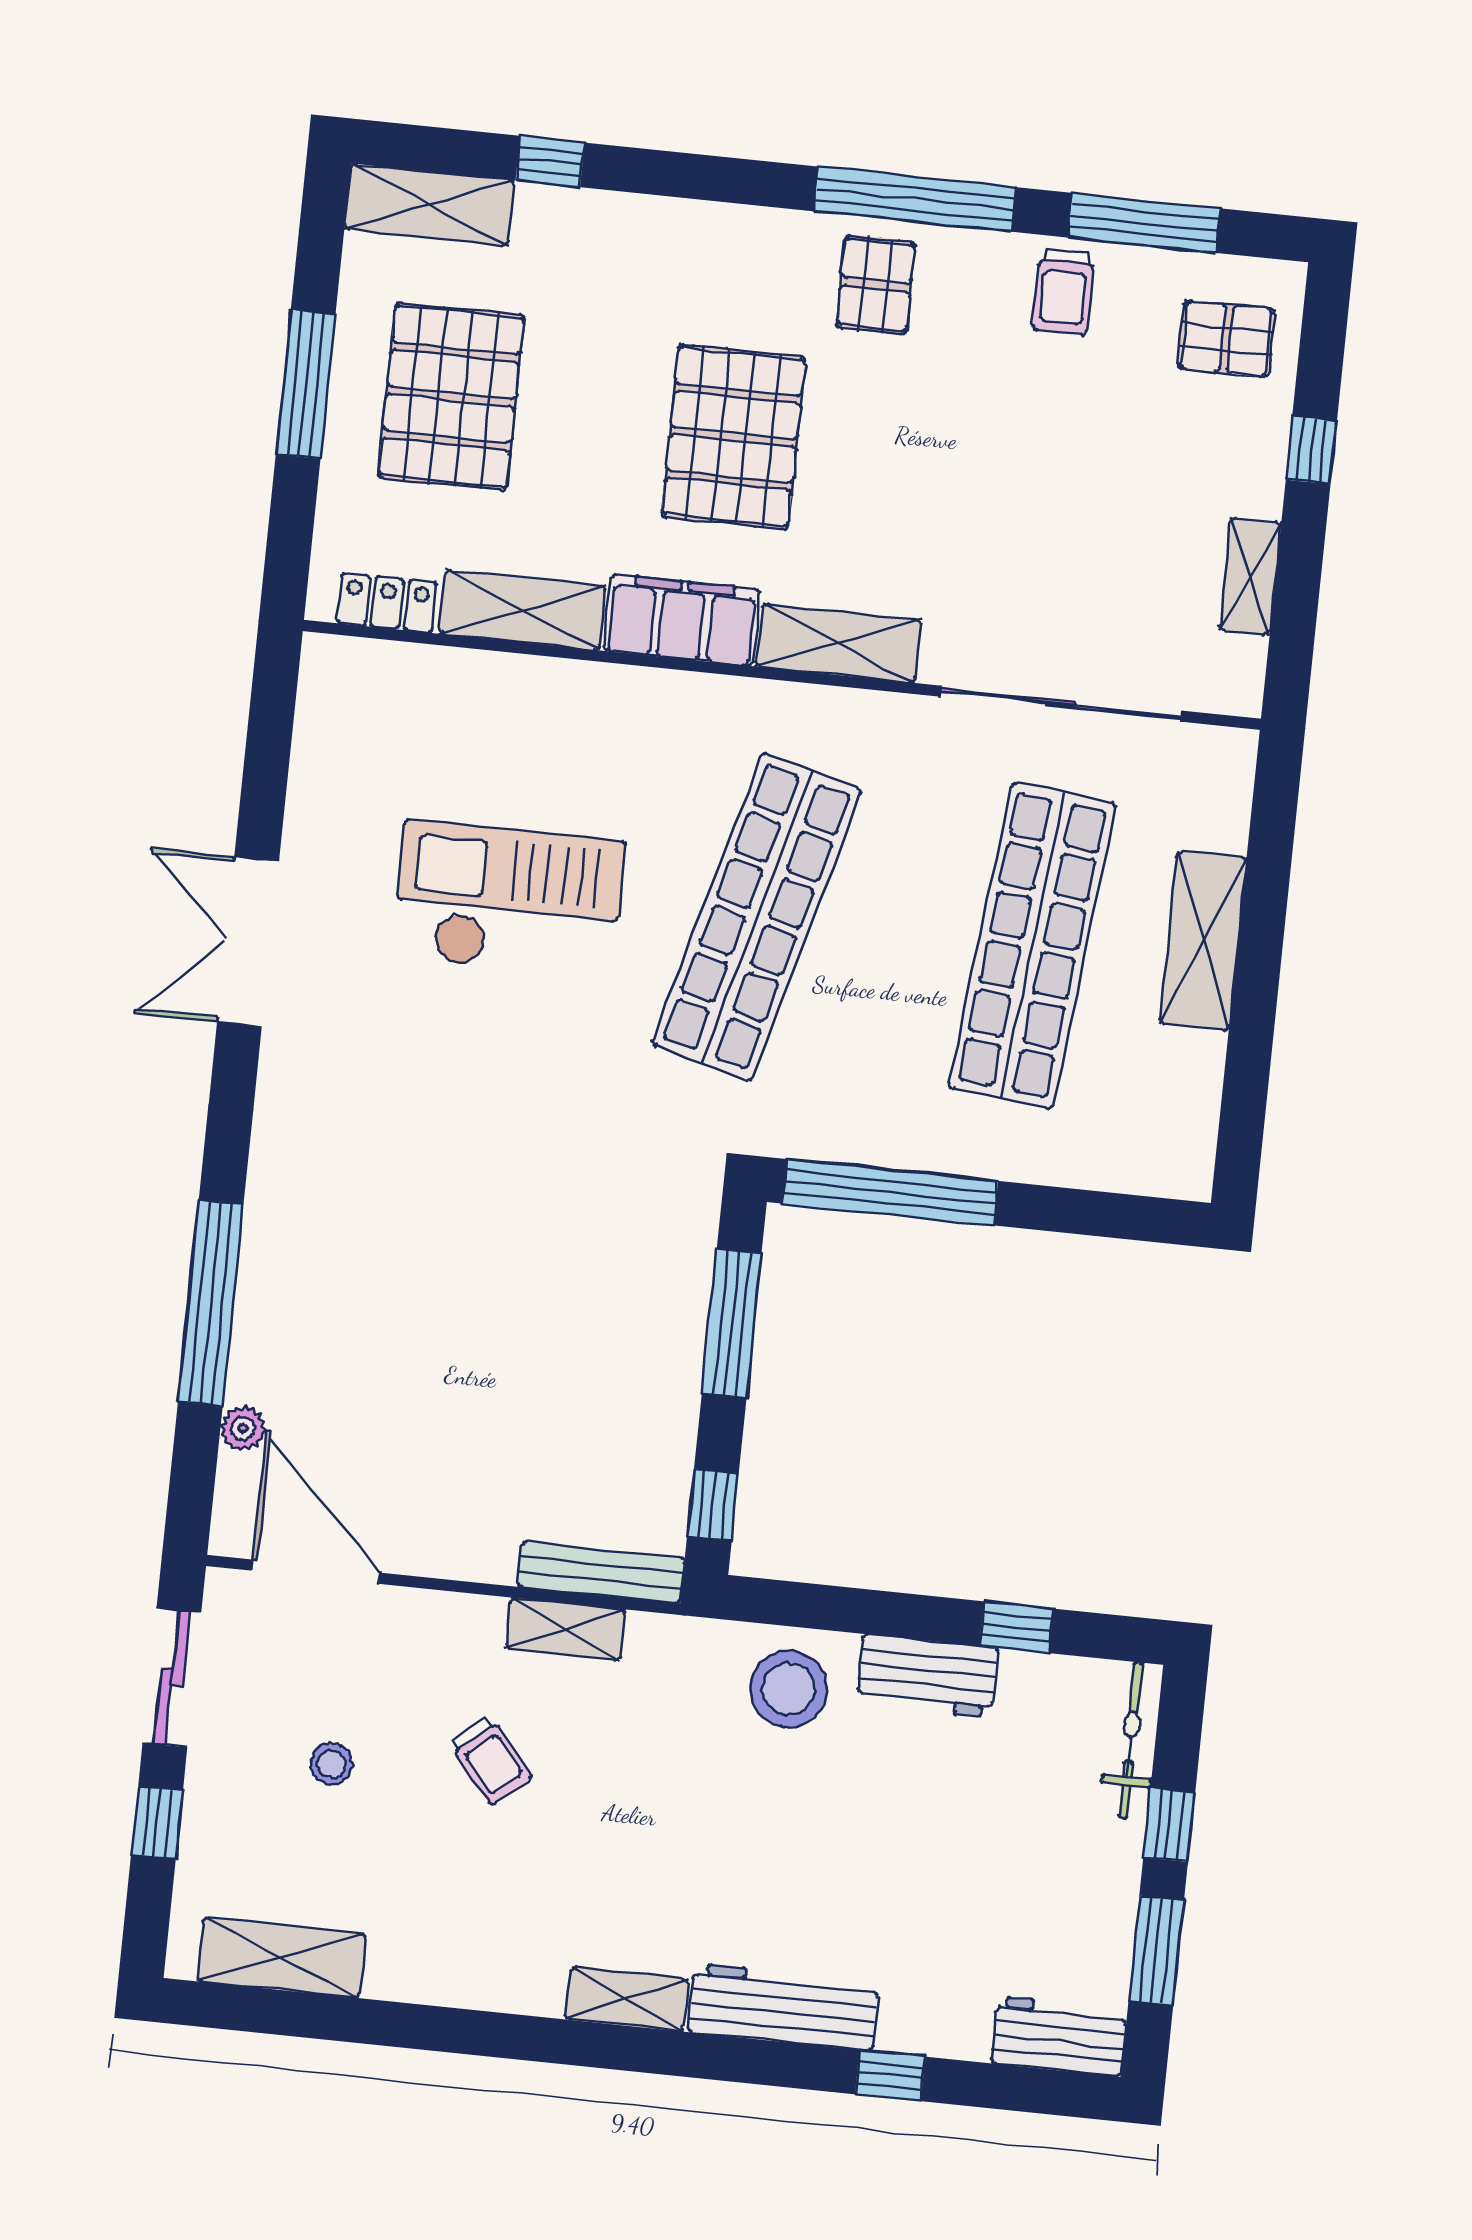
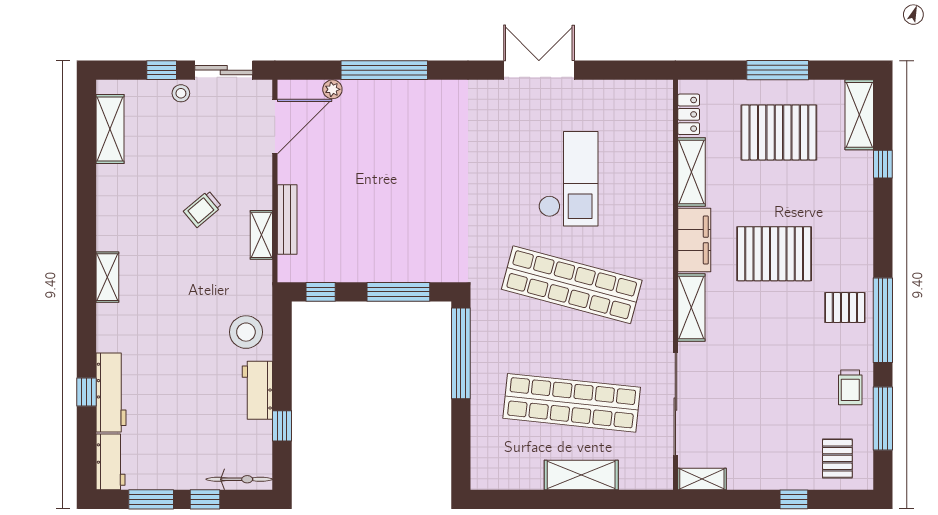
trolley: (1064, 292) -> (850, 387), turned -90
shelving: (1250, 576) -> (702, 479), moved
bench: (601, 1572) -> (287, 220), moved
stool: (331, 1764) -> (181, 93), moved
workbench: (783, 2007) -> (111, 392), moved

